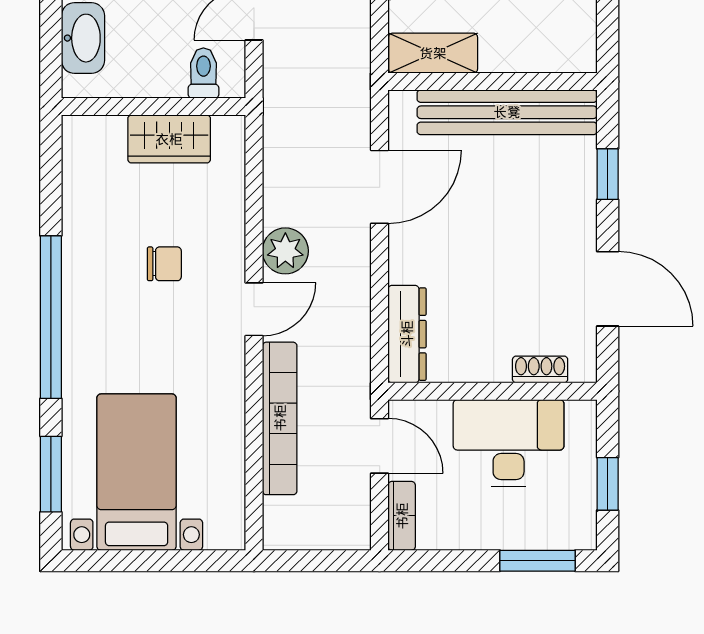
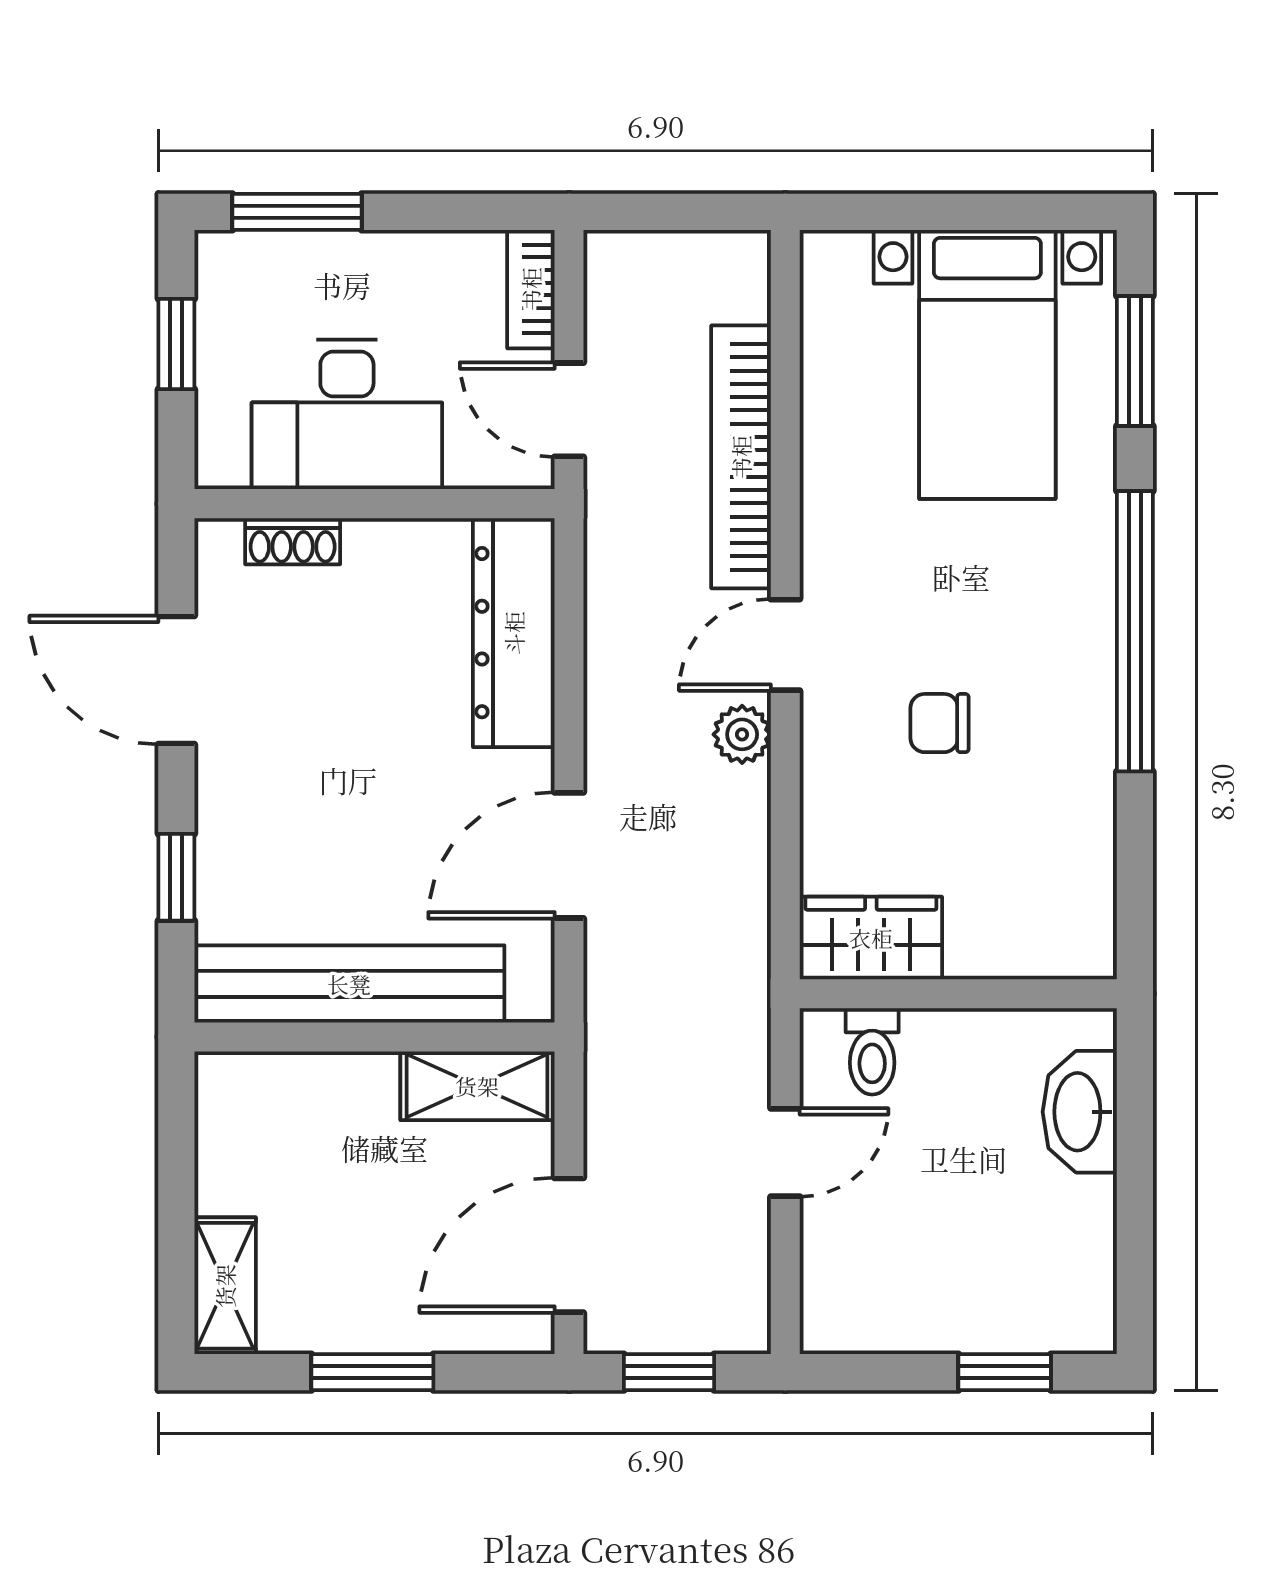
wardrobe: (169, 139) -> (871, 938), moved
plant: (285, 251) -> (742, 734), width x0.73, depth x0.73
dresser: (407, 334) -> (514, 633), width x1.37, depth x1.24

